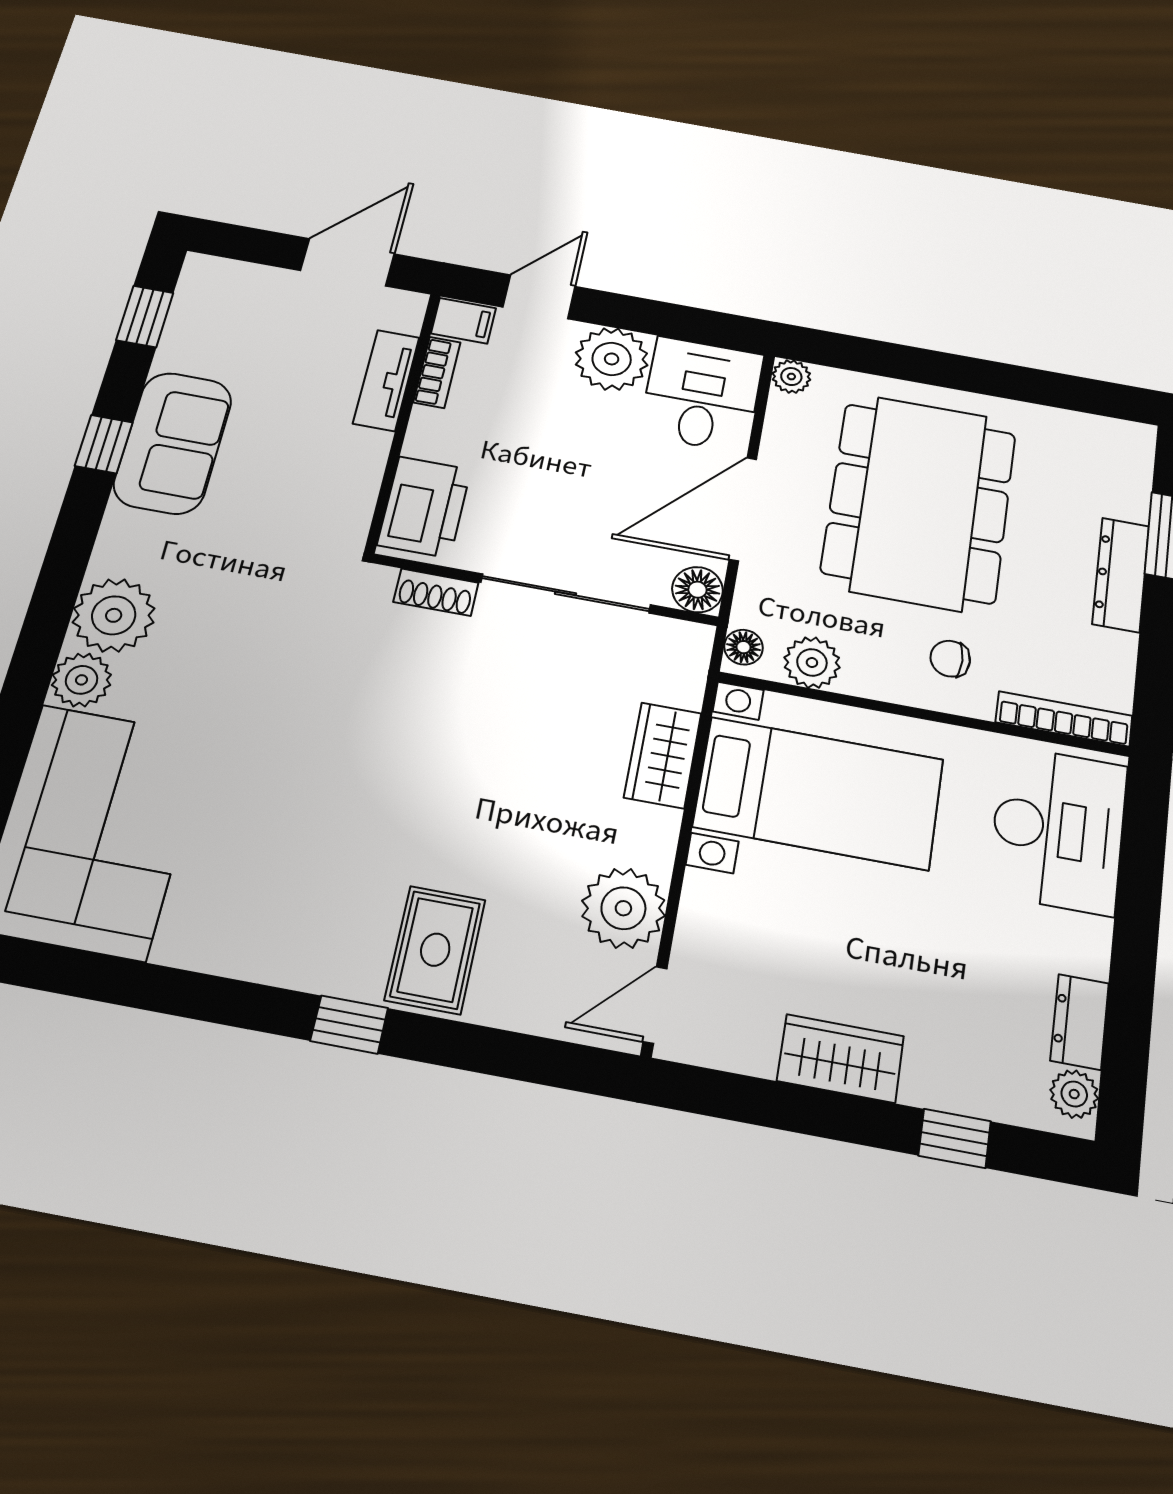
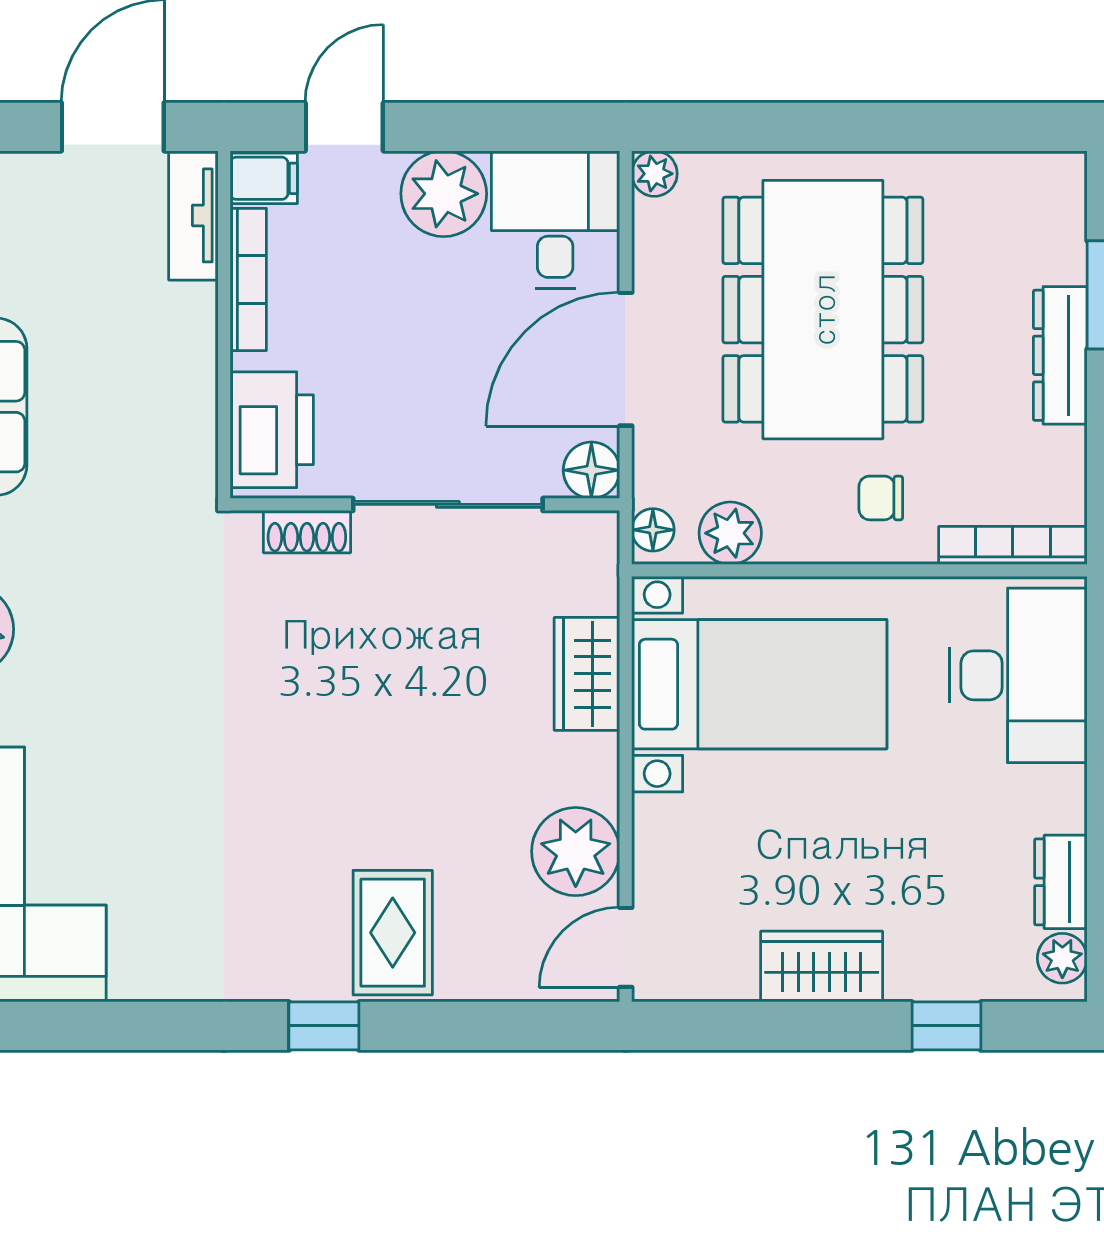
bookcase: (437, 372) -> (248, 279), width x1.56
tv unit: (386, 380) -> (193, 215), moved

